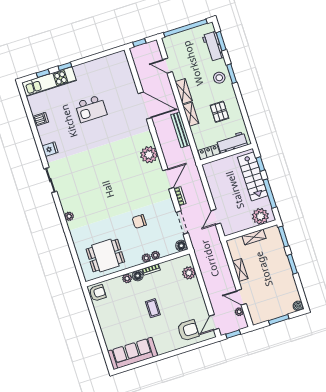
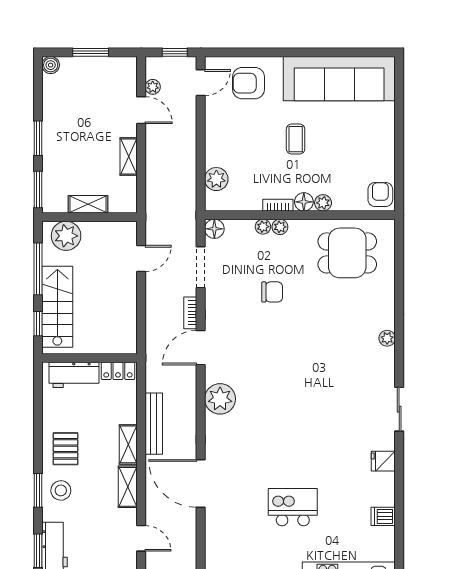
pallet: (219, 112) -> (65, 449), moved
armchair: (98, 293) -> (380, 194), turned 90
sofa: (133, 353) -> (339, 79), width x1.36, depth x1.27

